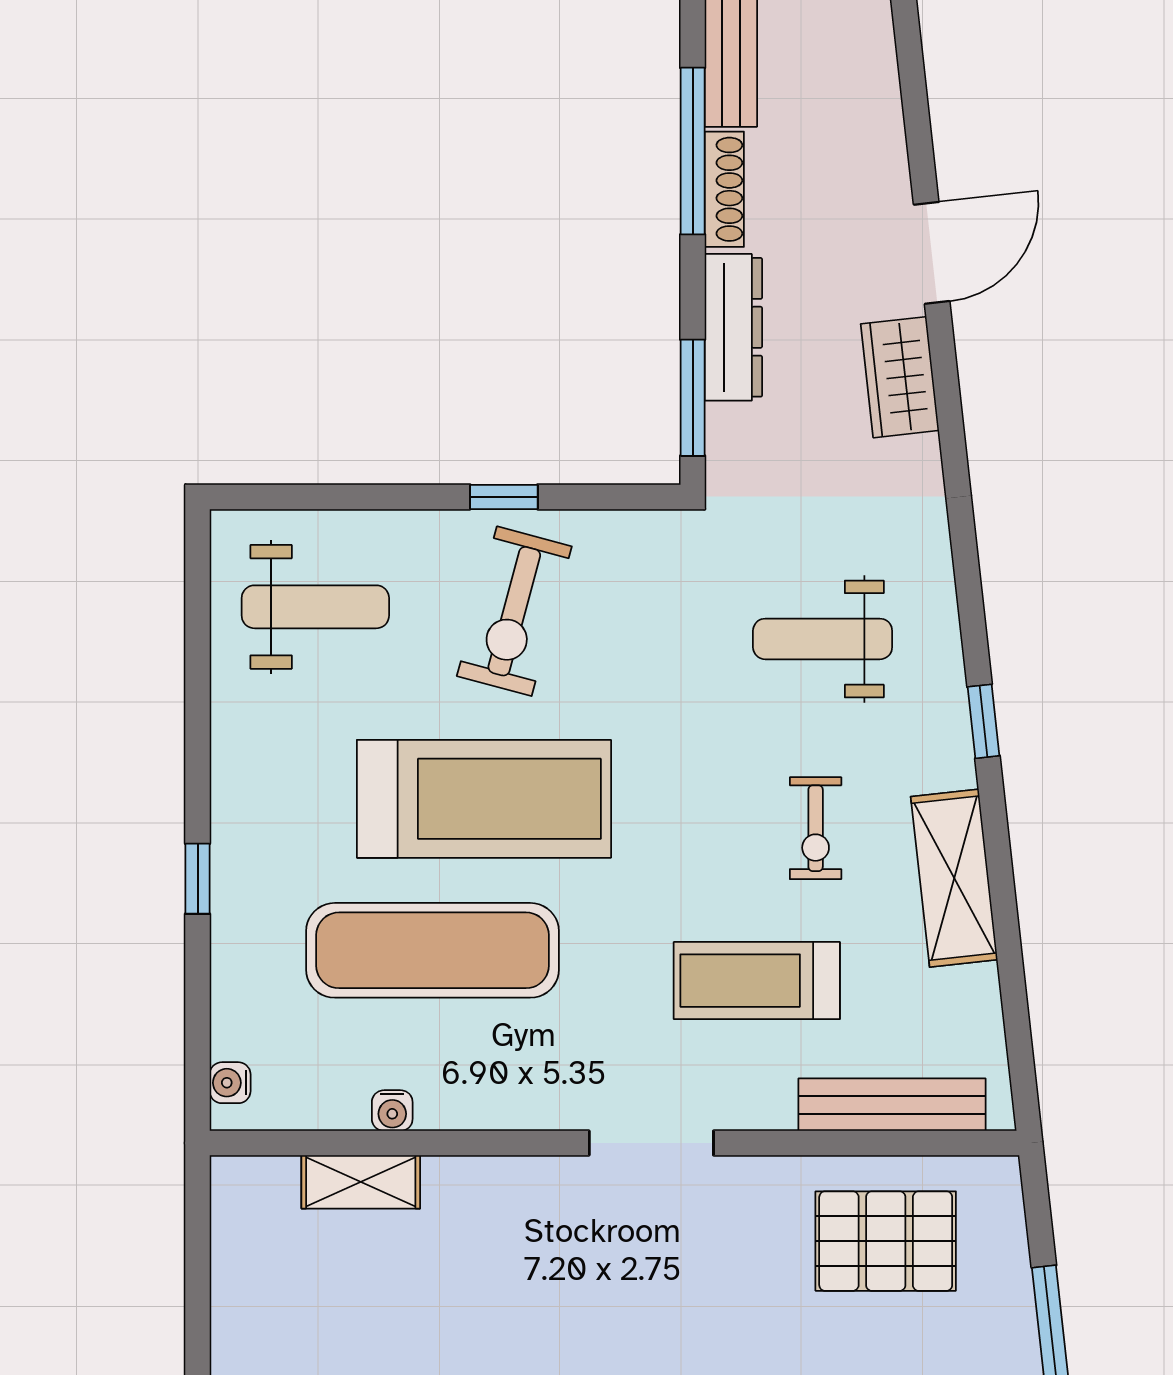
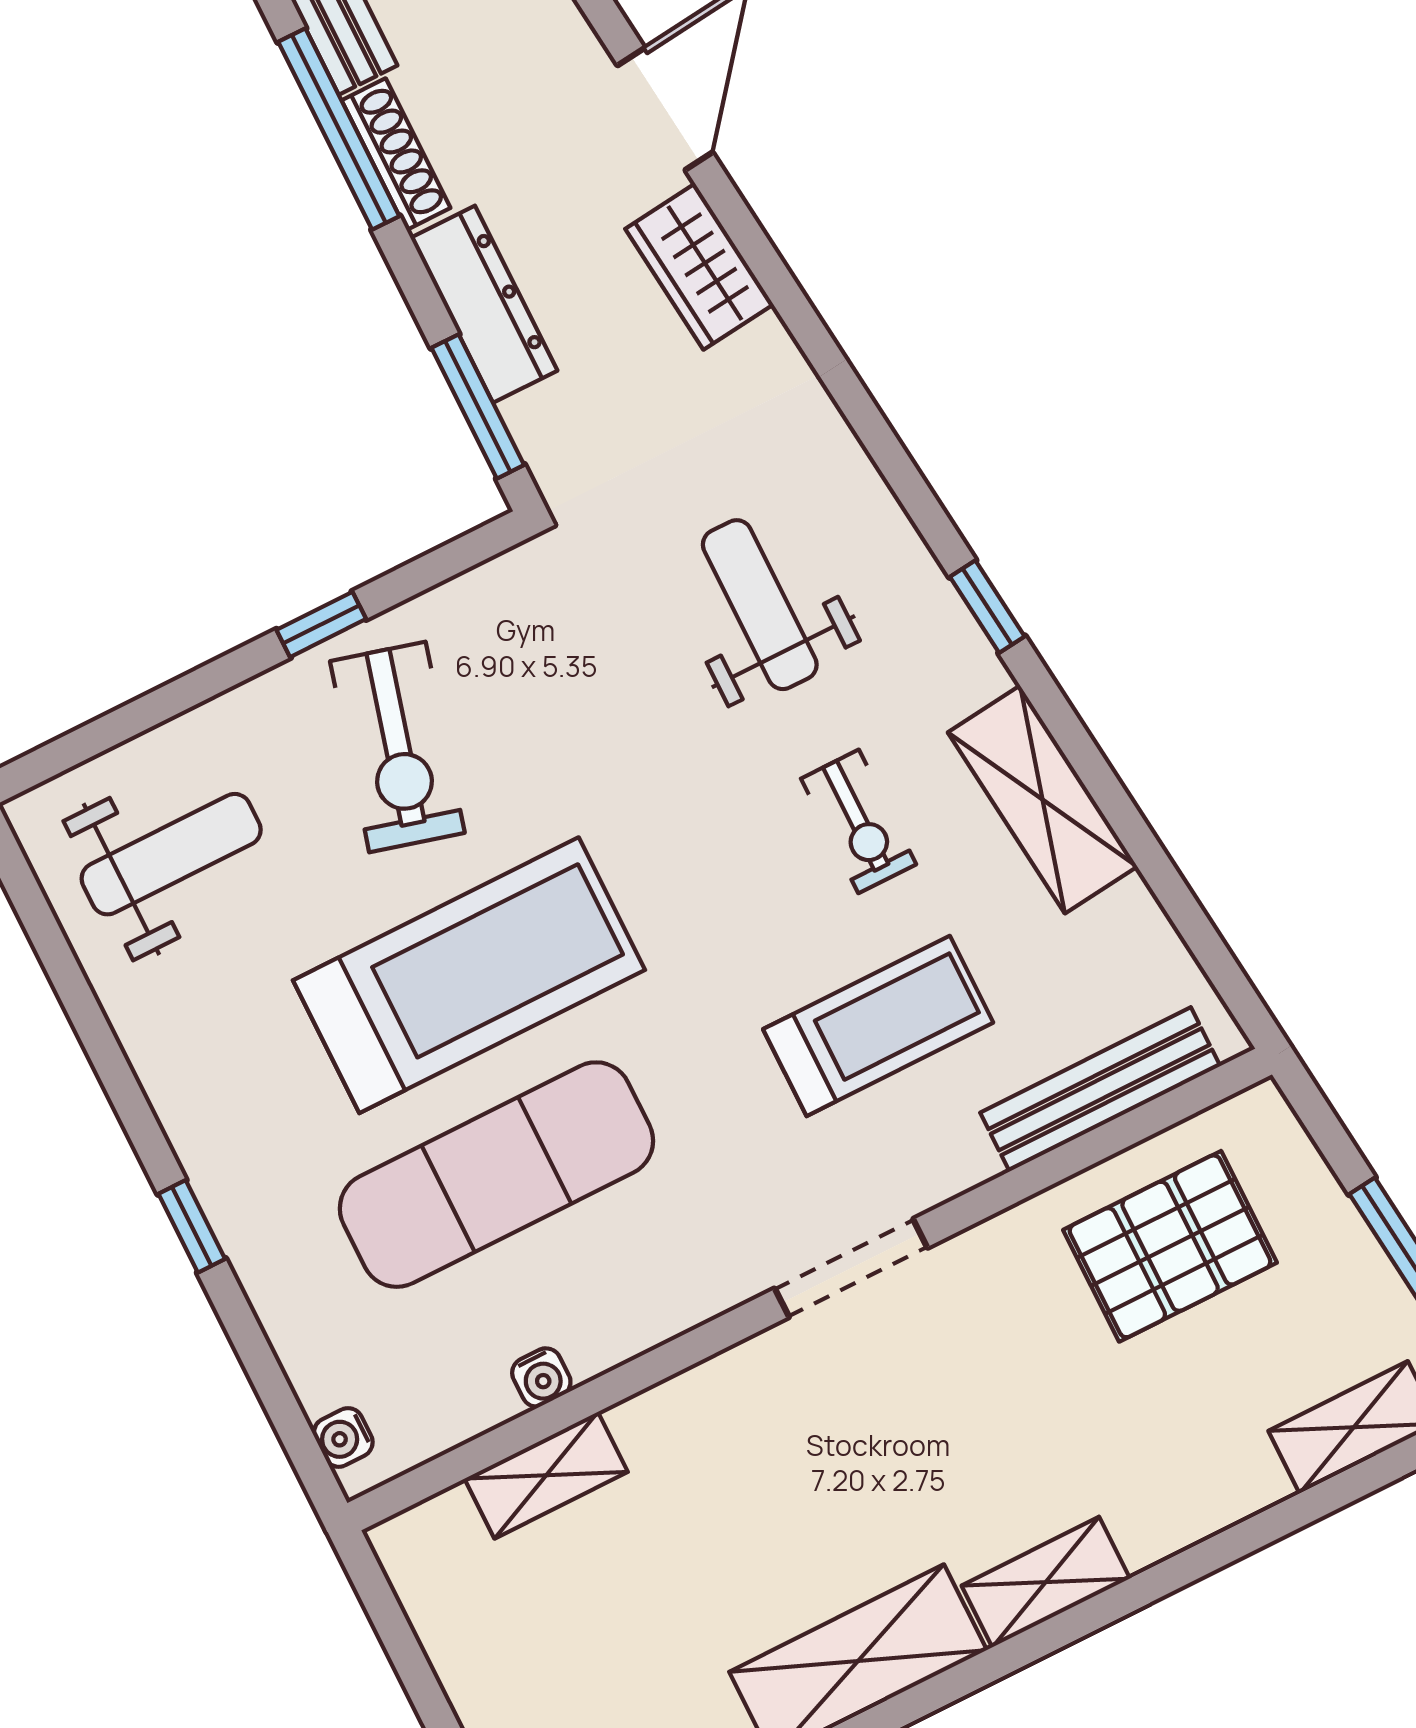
weight bench: (823, 639) -> (760, 605), turned 90
treadmill: (757, 981) -> (878, 1026), turned 180

